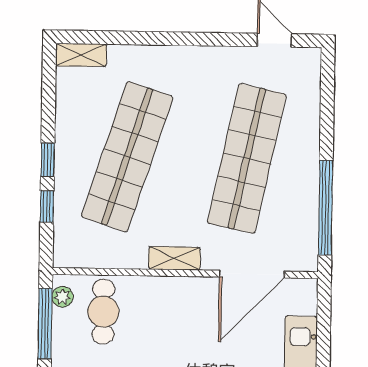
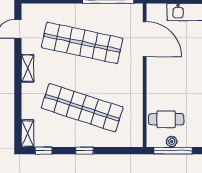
window: (47, 207) -> (43, 151), moved
shelving: (174, 258) -> (28, 68), moved
plant: (62, 297) -> (172, 142), moved

